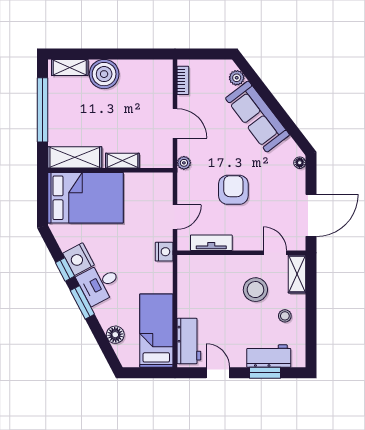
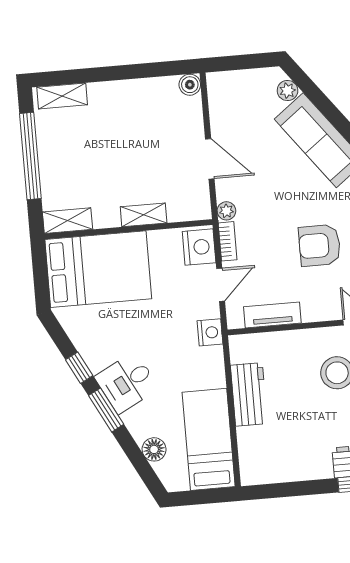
boiler: (104, 74) -> (190, 85), moved, width x0.54, depth x0.54
bookcase: (183, 80) -> (228, 241), moved
shelving: (75, 157) -> (68, 221), width x0.67, depth x0.75
armchair: (233, 190) -> (320, 245), moved, turned -90
nightstand: (79, 259) -> (199, 247), moved, turned -152
workbench: (189, 341) -> (249, 394), moved
door: (218, 373) -> (296, 489), removed

